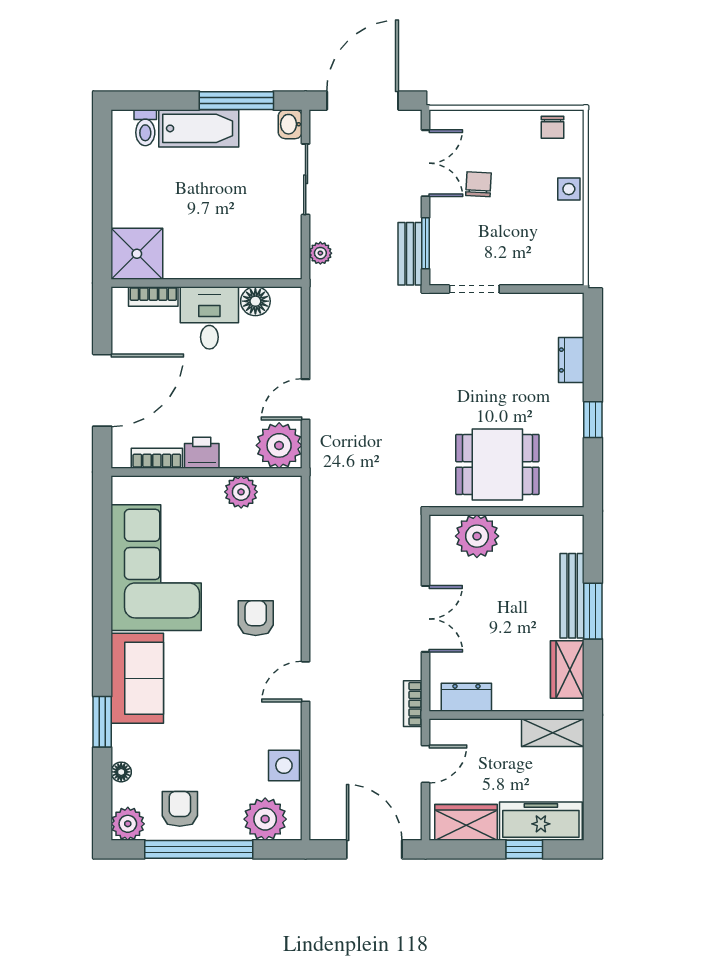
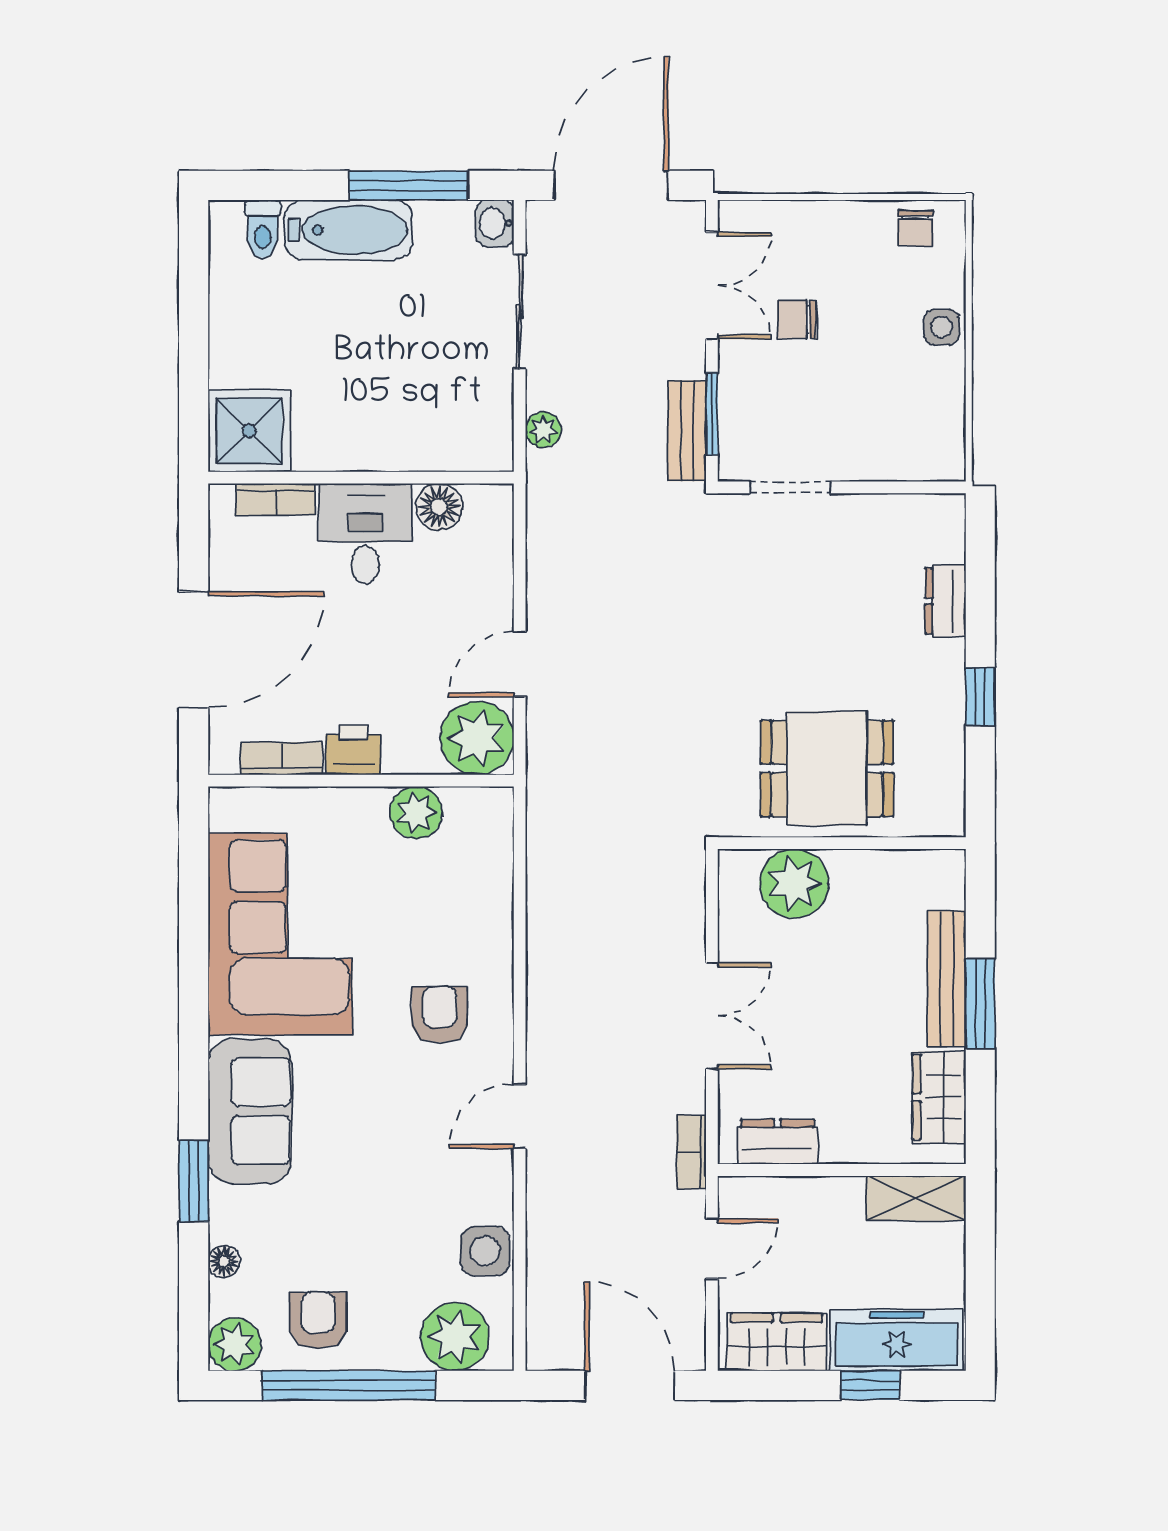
chair: (478, 184) -> (797, 319), turned -93

